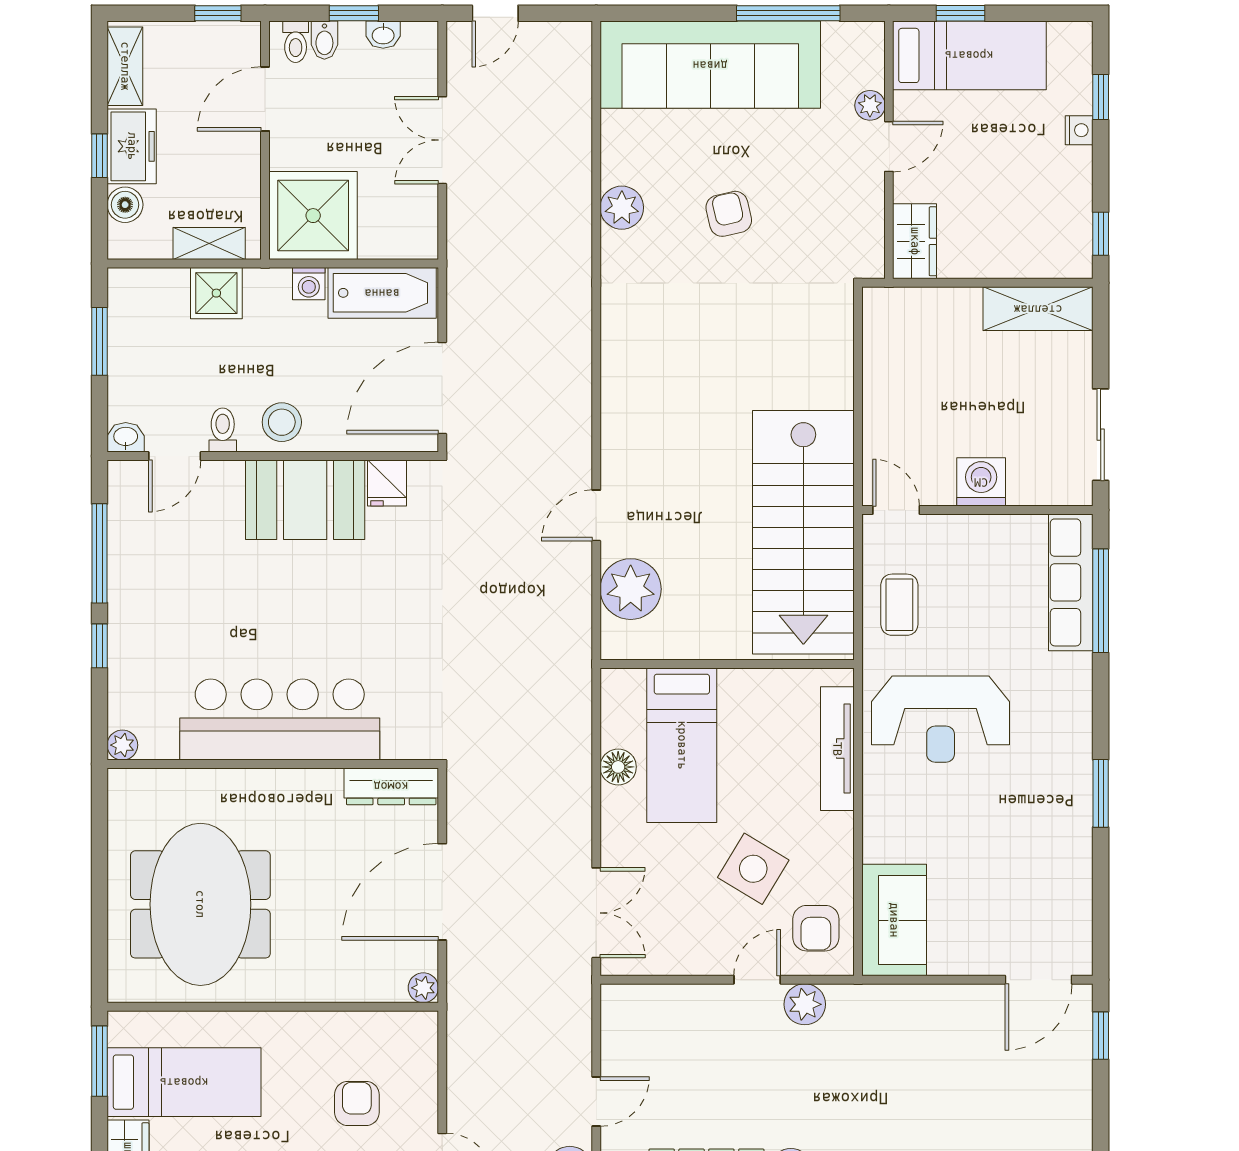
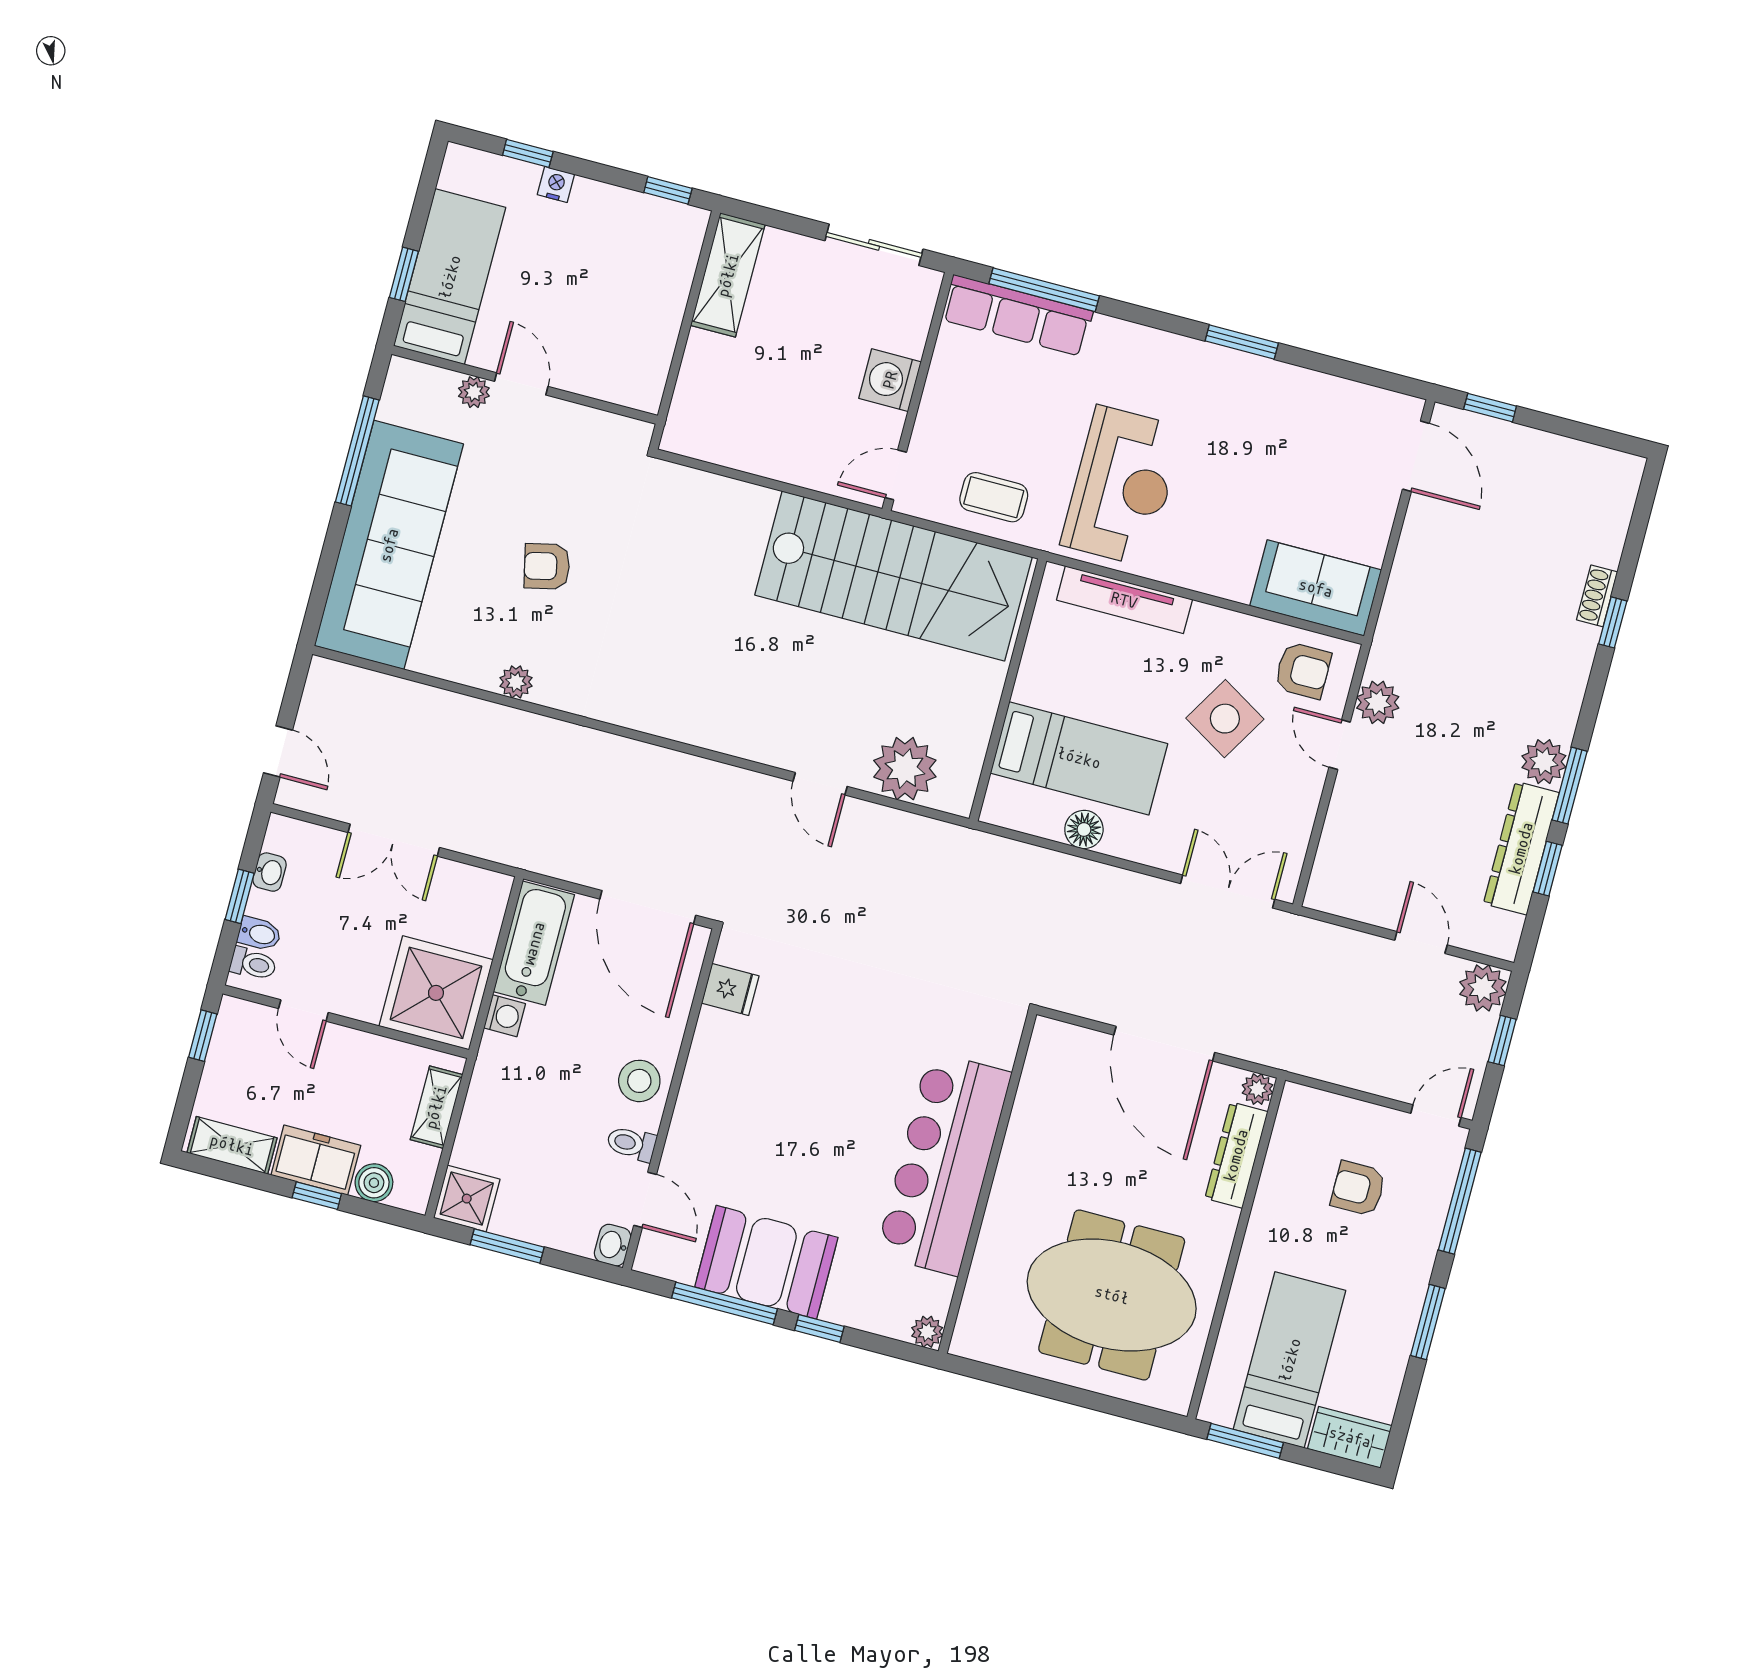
door: (265, 99) -> (303, 1011), width x0.73
plant: (622, 208) -> (516, 682), width x0.73, depth x0.73
wardrobe: (915, 241) -> (625, 383), removed
shower: (216, 293) -> (467, 1199), moved
booth: (305, 500) -> (766, 1262), moved, turned 90
dresser: (391, 786) -> (1236, 1155), moved, turned 180

